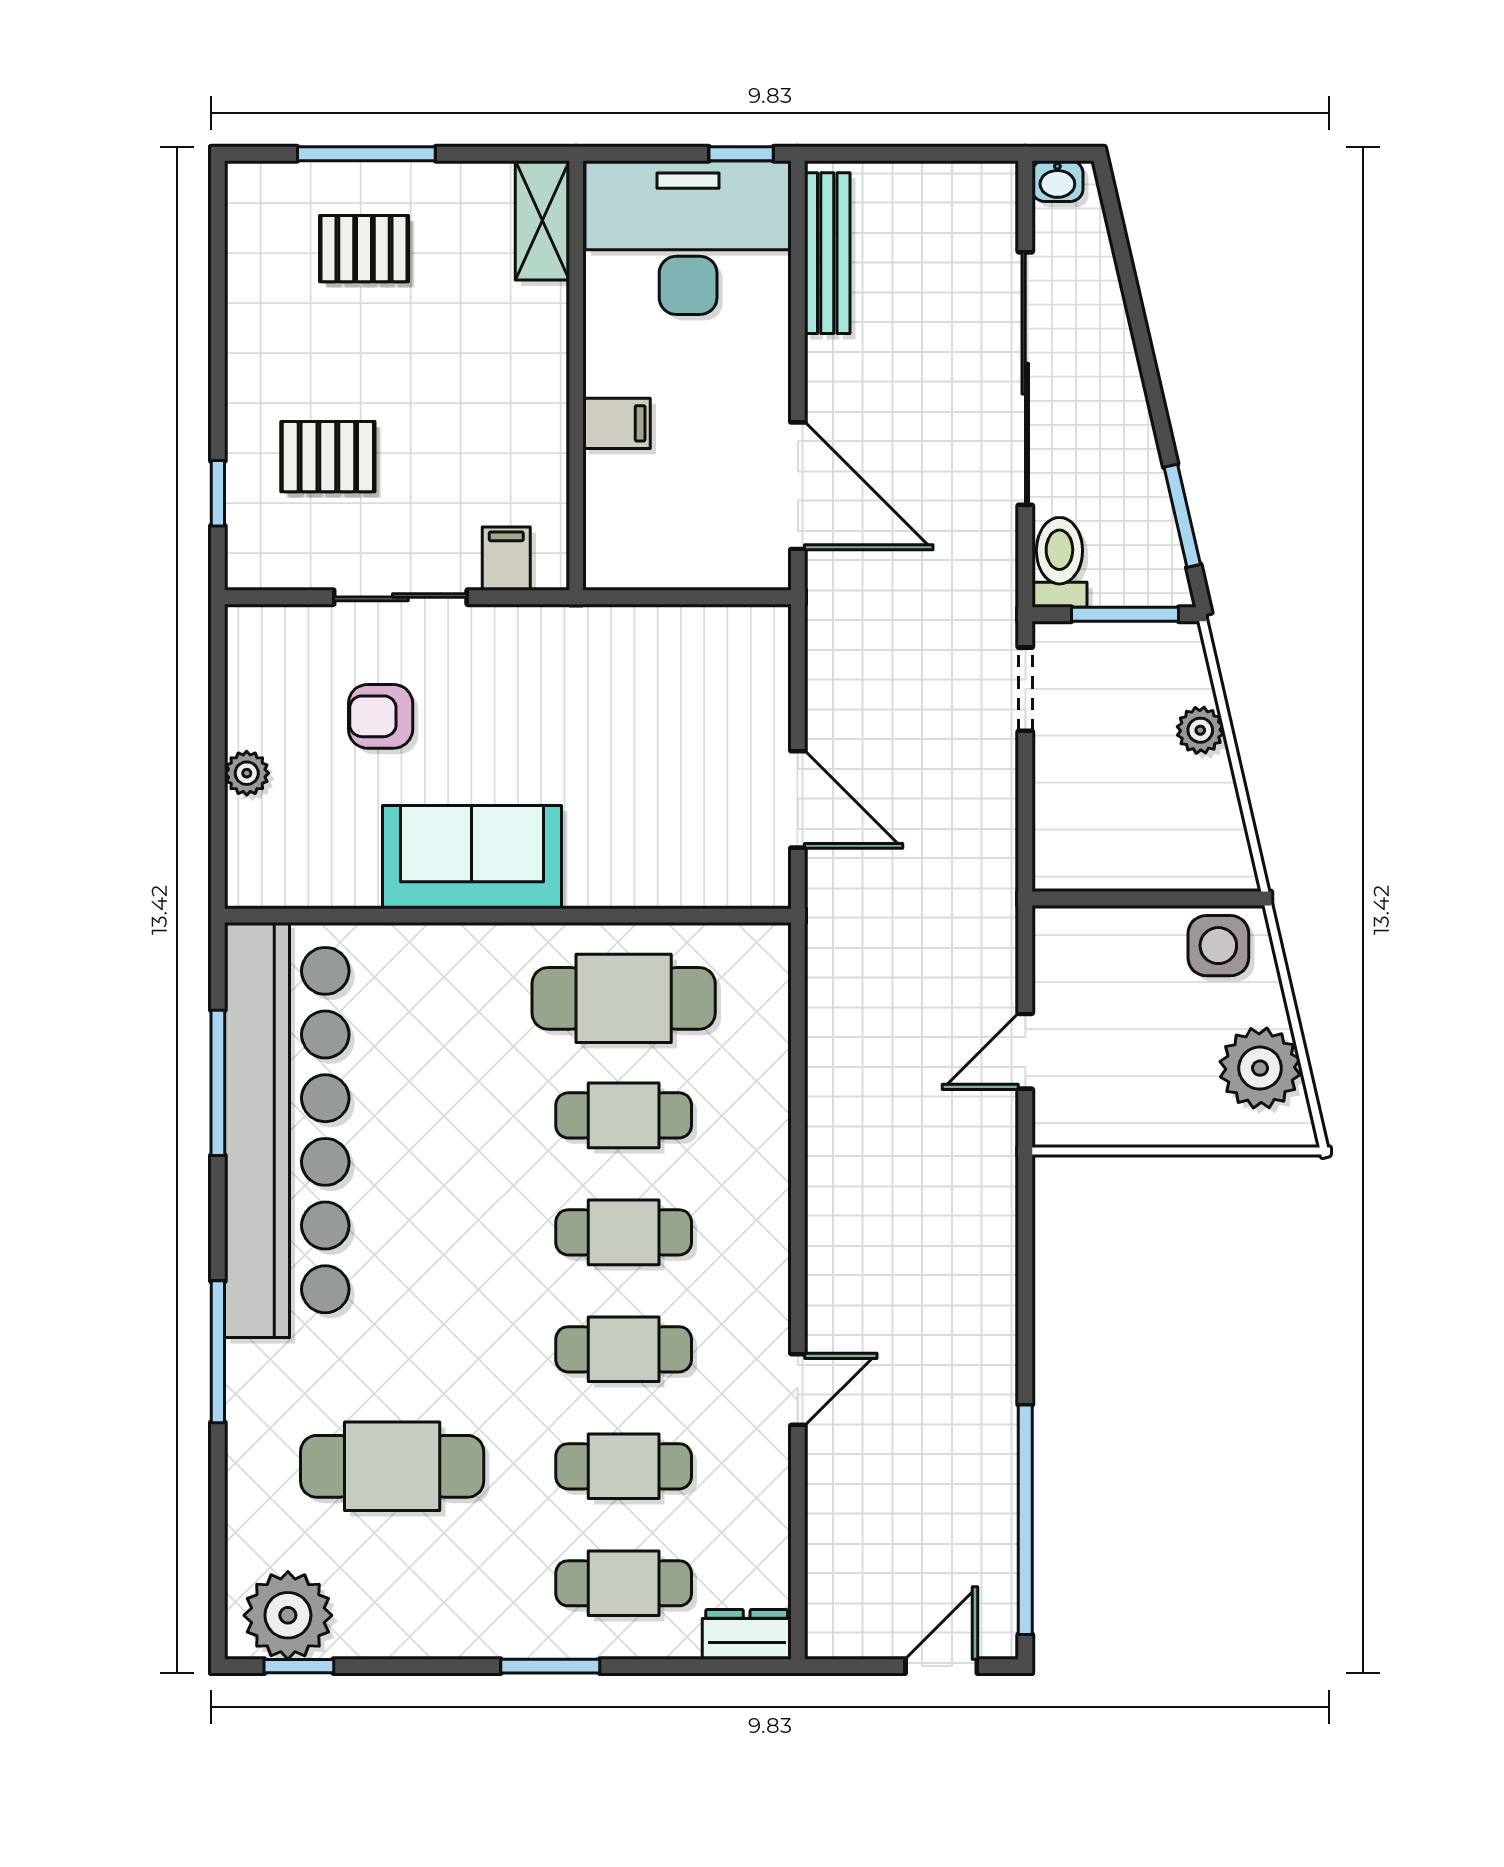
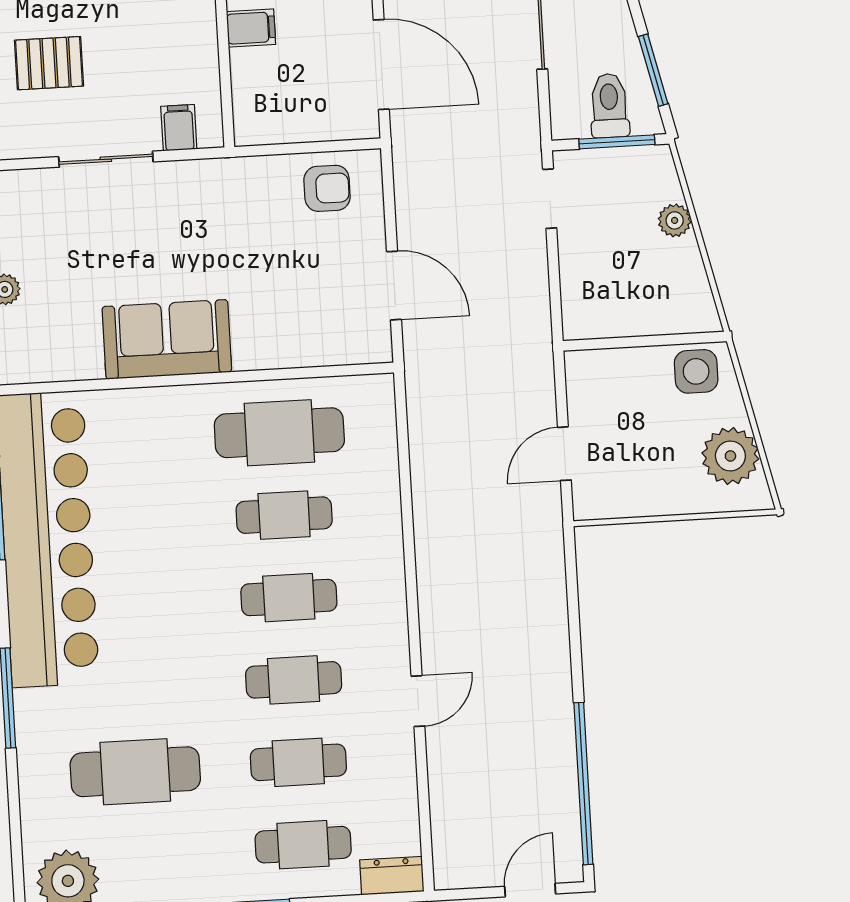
toilet: (1059, 562) -> (609, 106), moved
armchair: (381, 716) -> (327, 188), moved, turned 180

